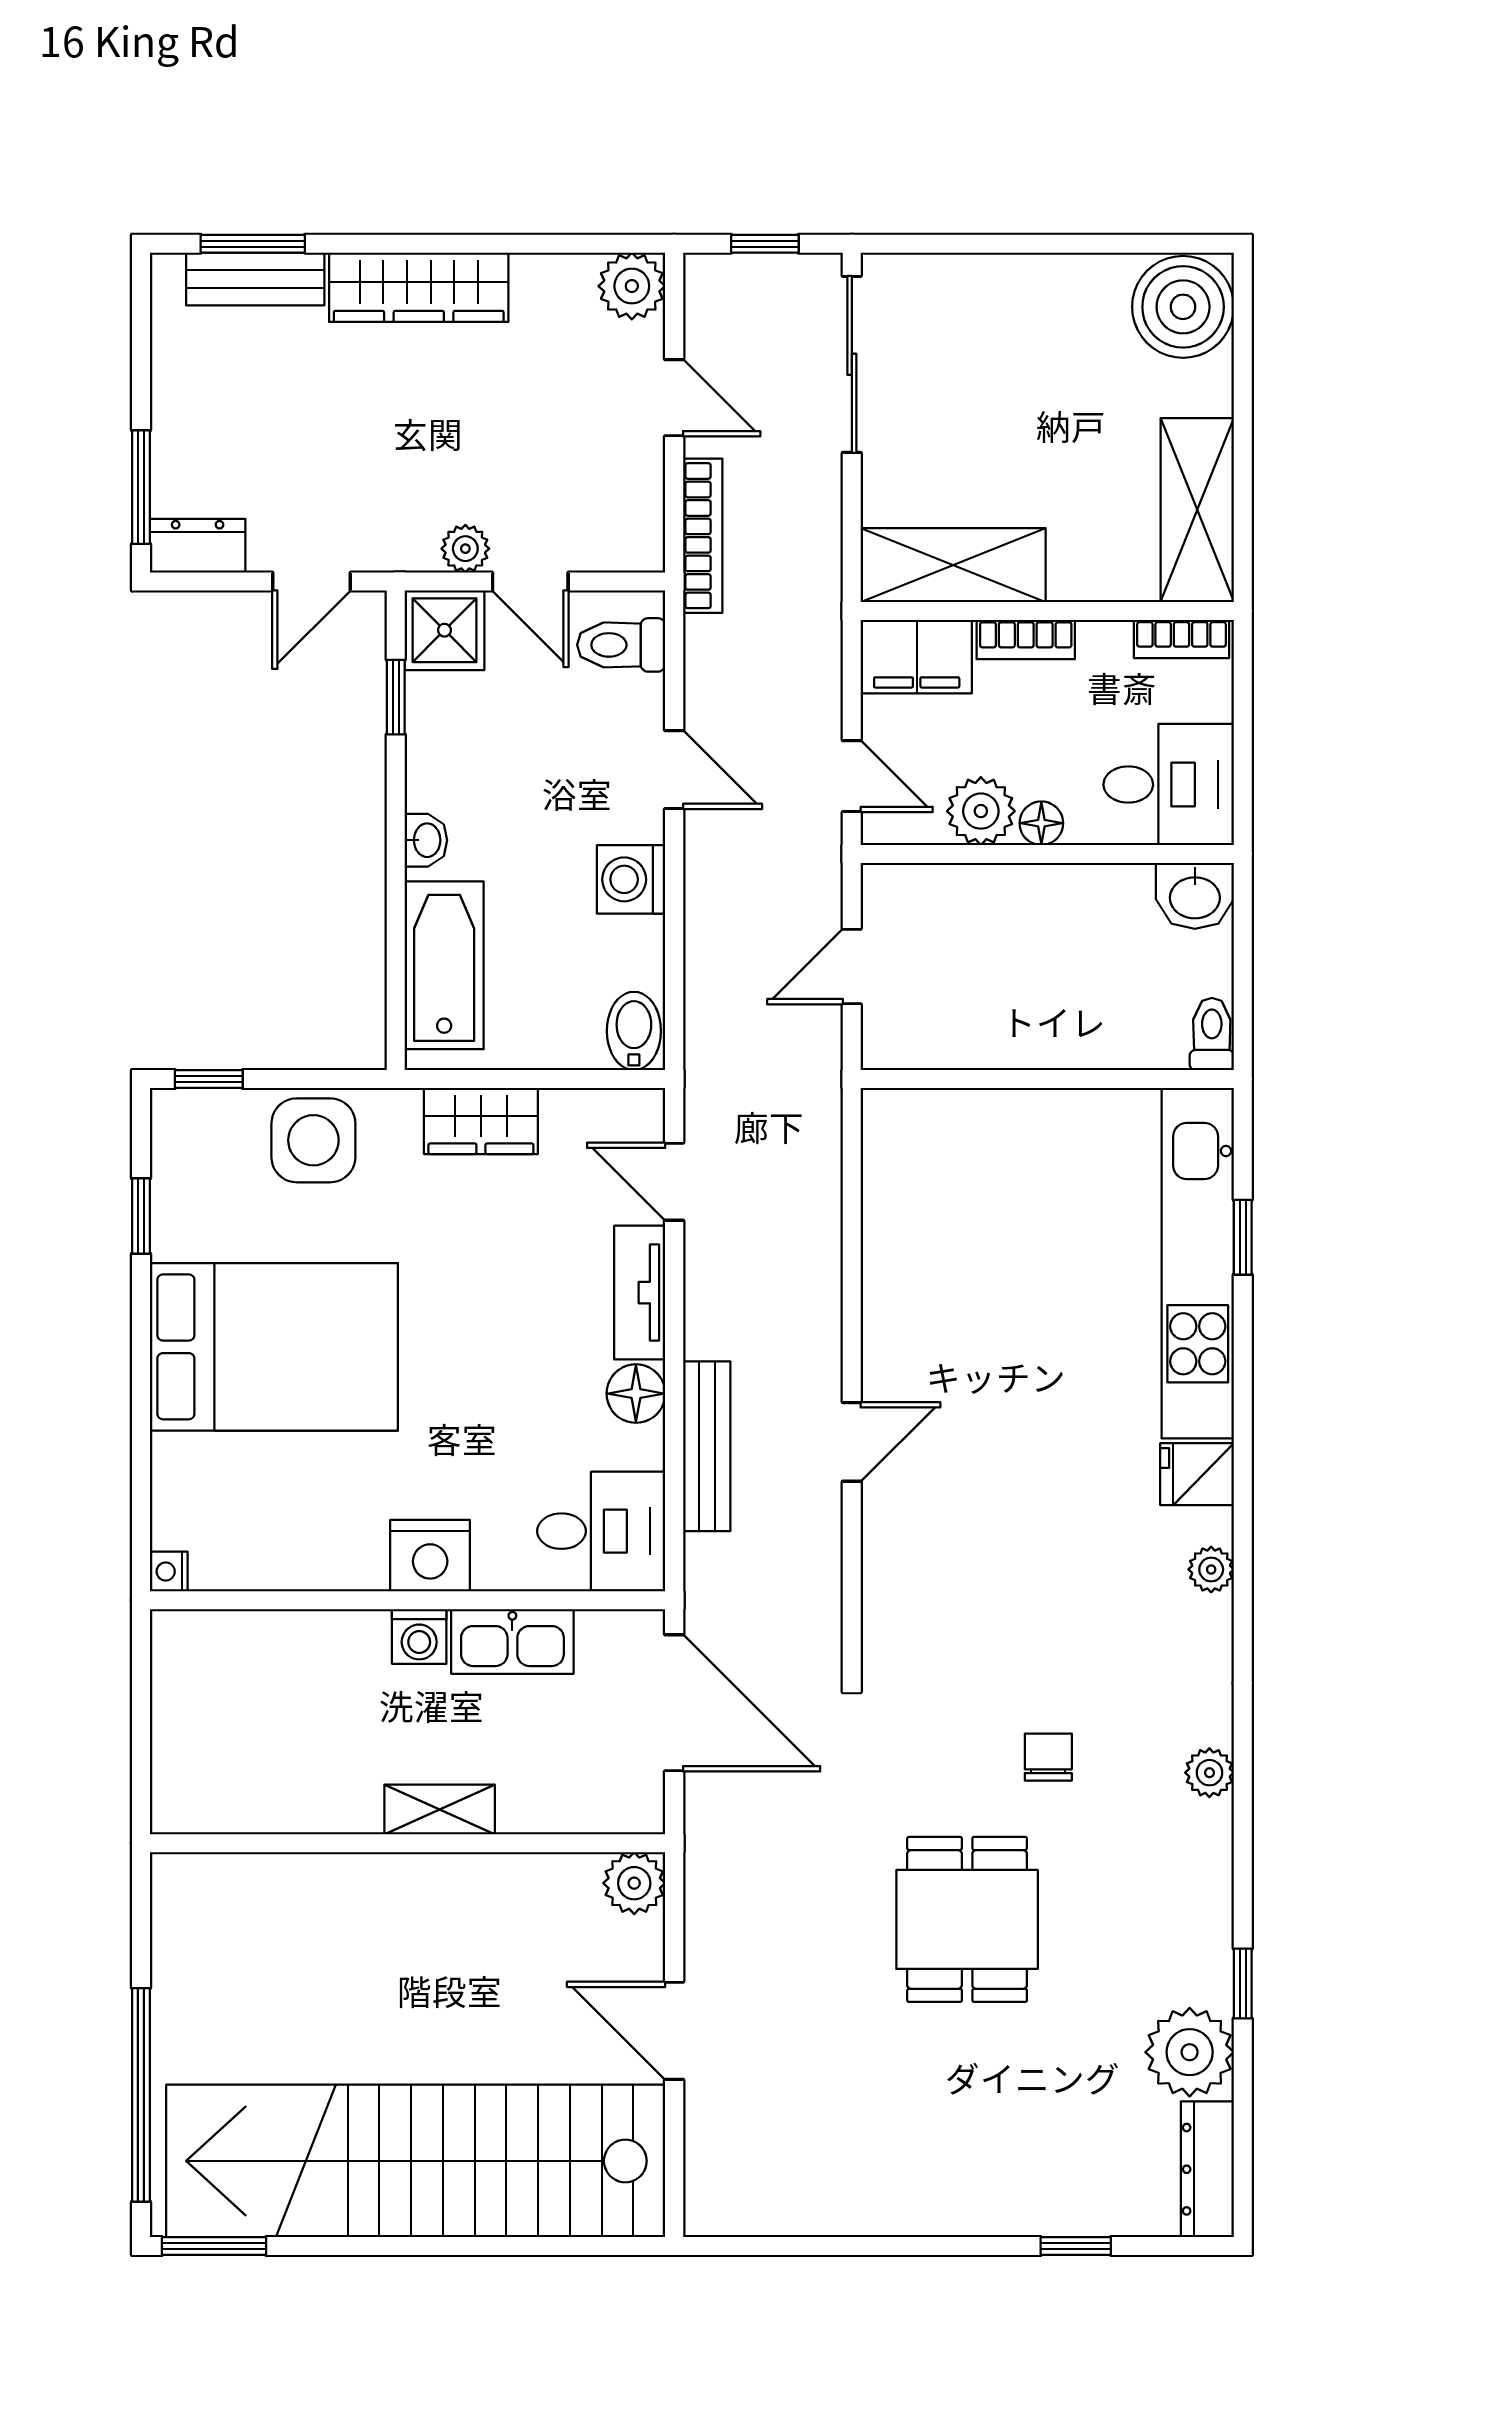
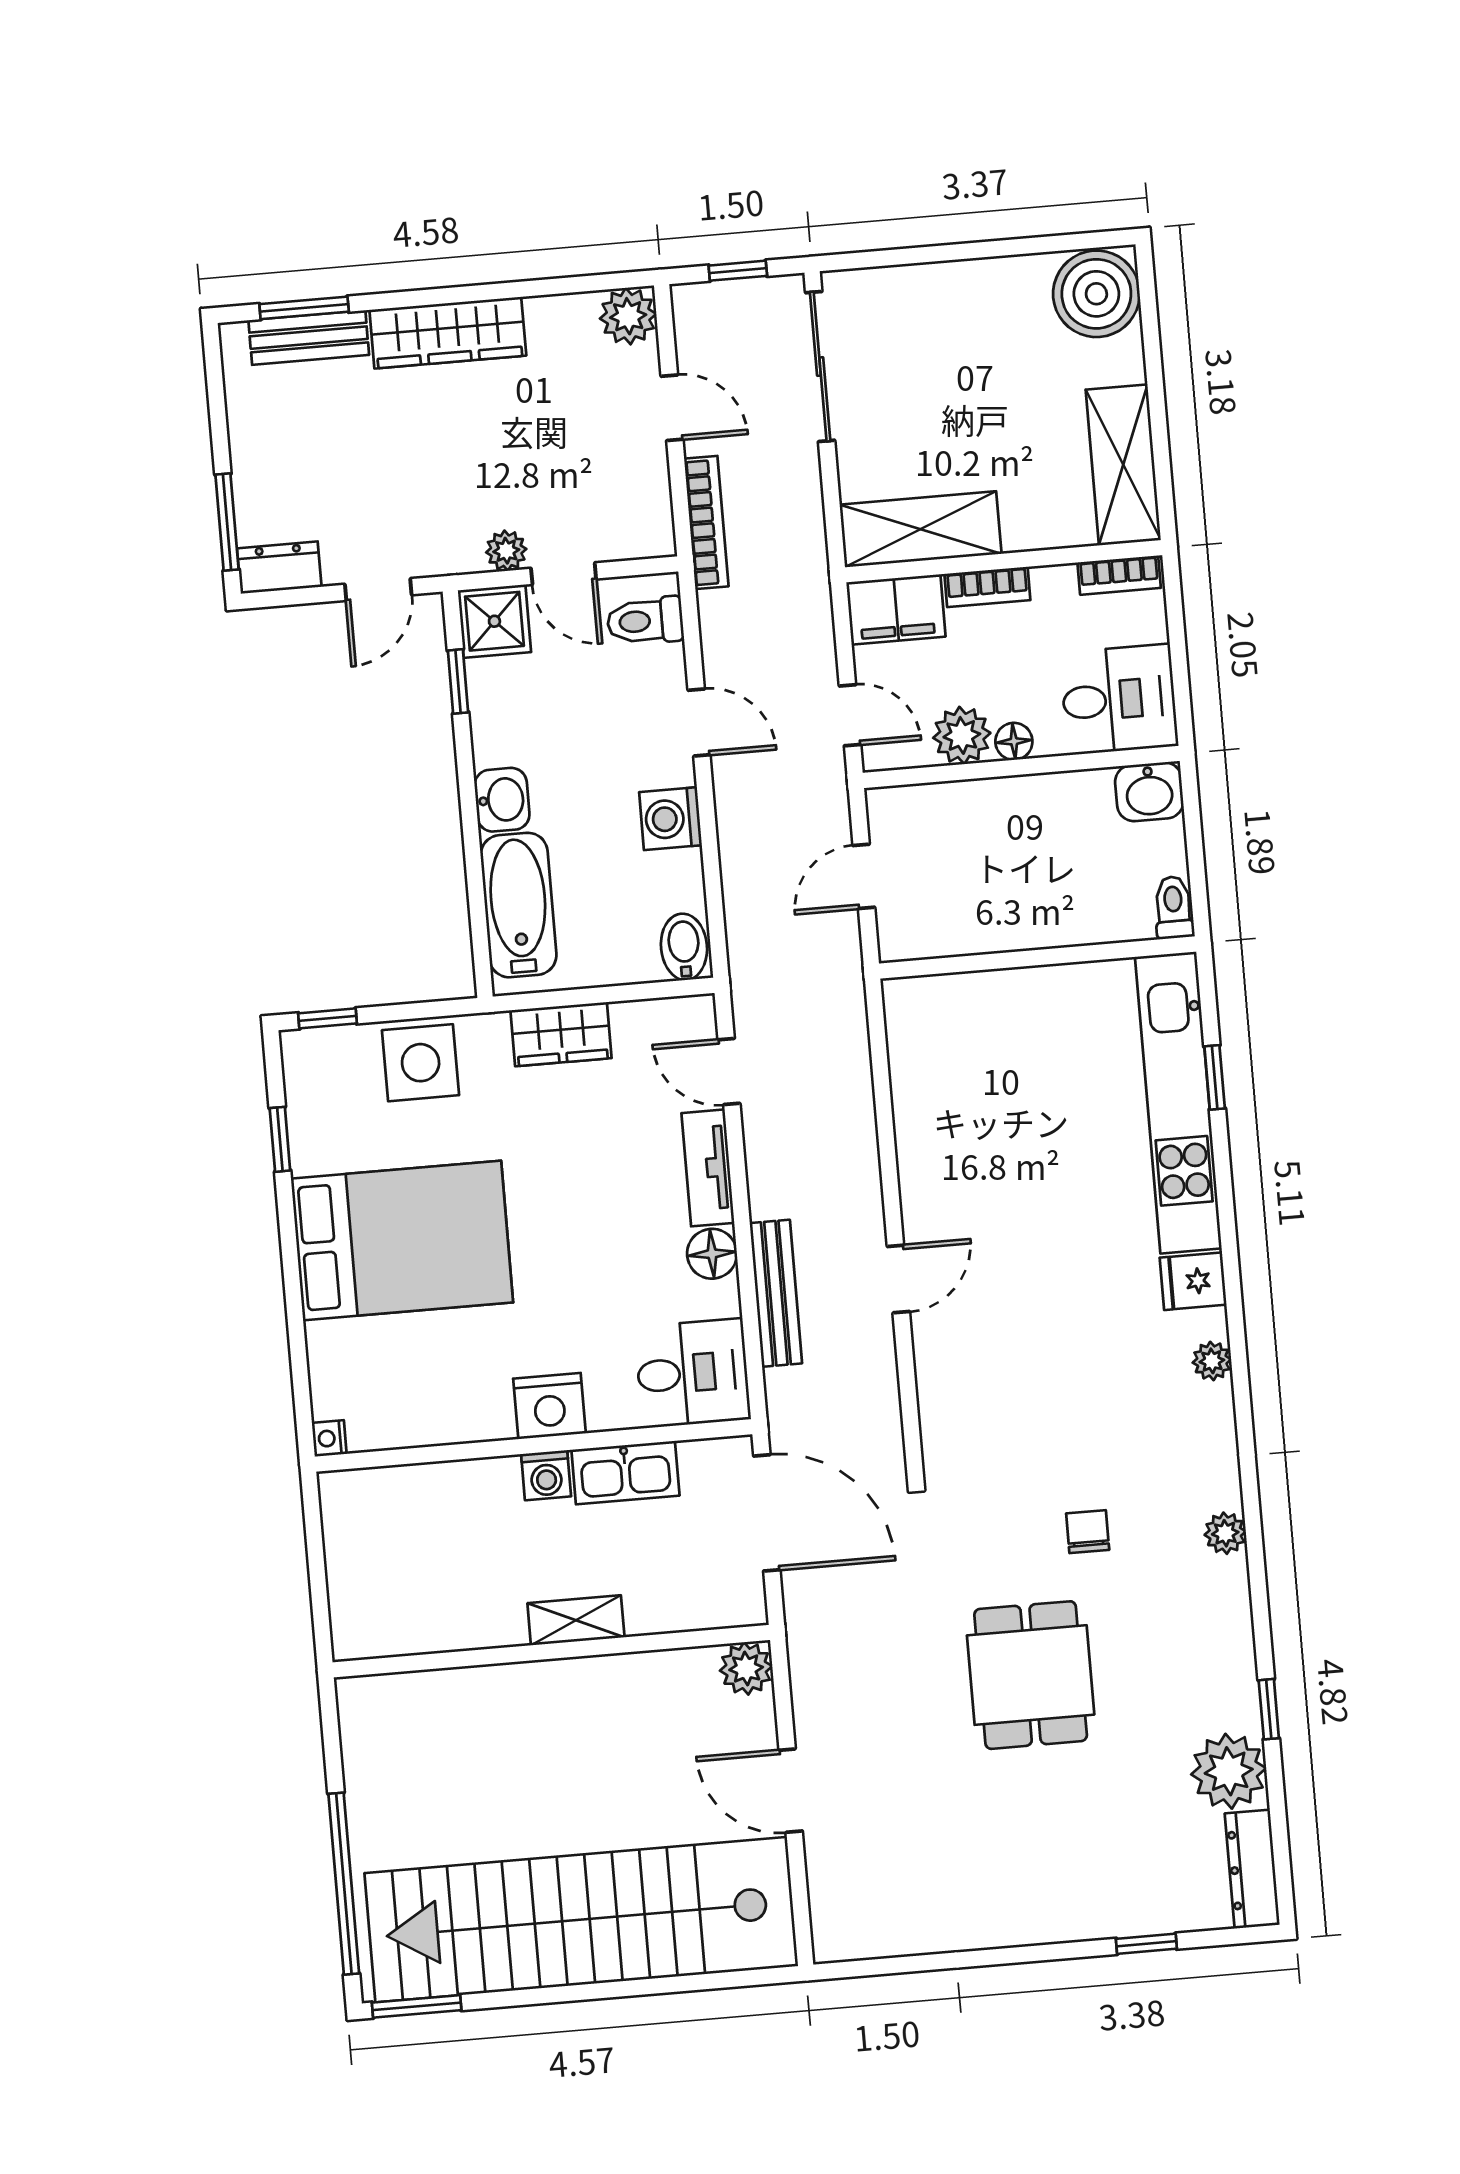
washbasin: (426, 840) -> (502, 800), width x1.38, depth x1.45

